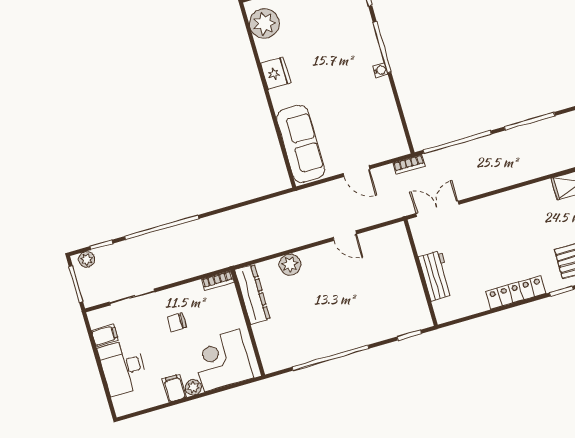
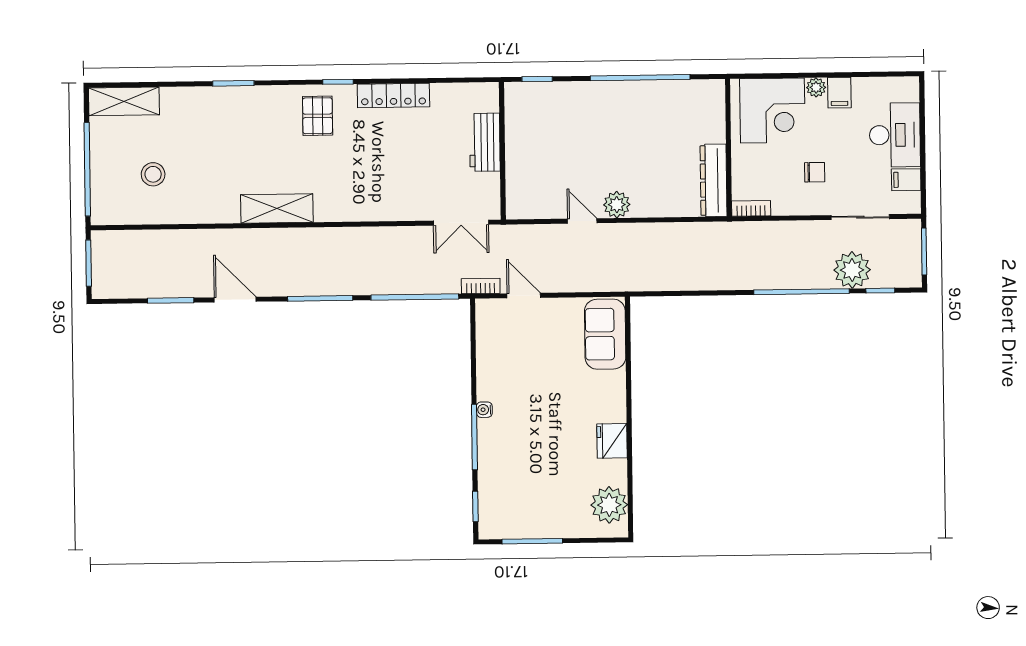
sofa: (301, 144) -> (605, 334), width x0.73
door: (356, 171) -> (524, 296), moved
plant: (87, 259) -> (852, 270), moved, width x1.87, depth x1.87
plant: (290, 265) -> (617, 205), moved

